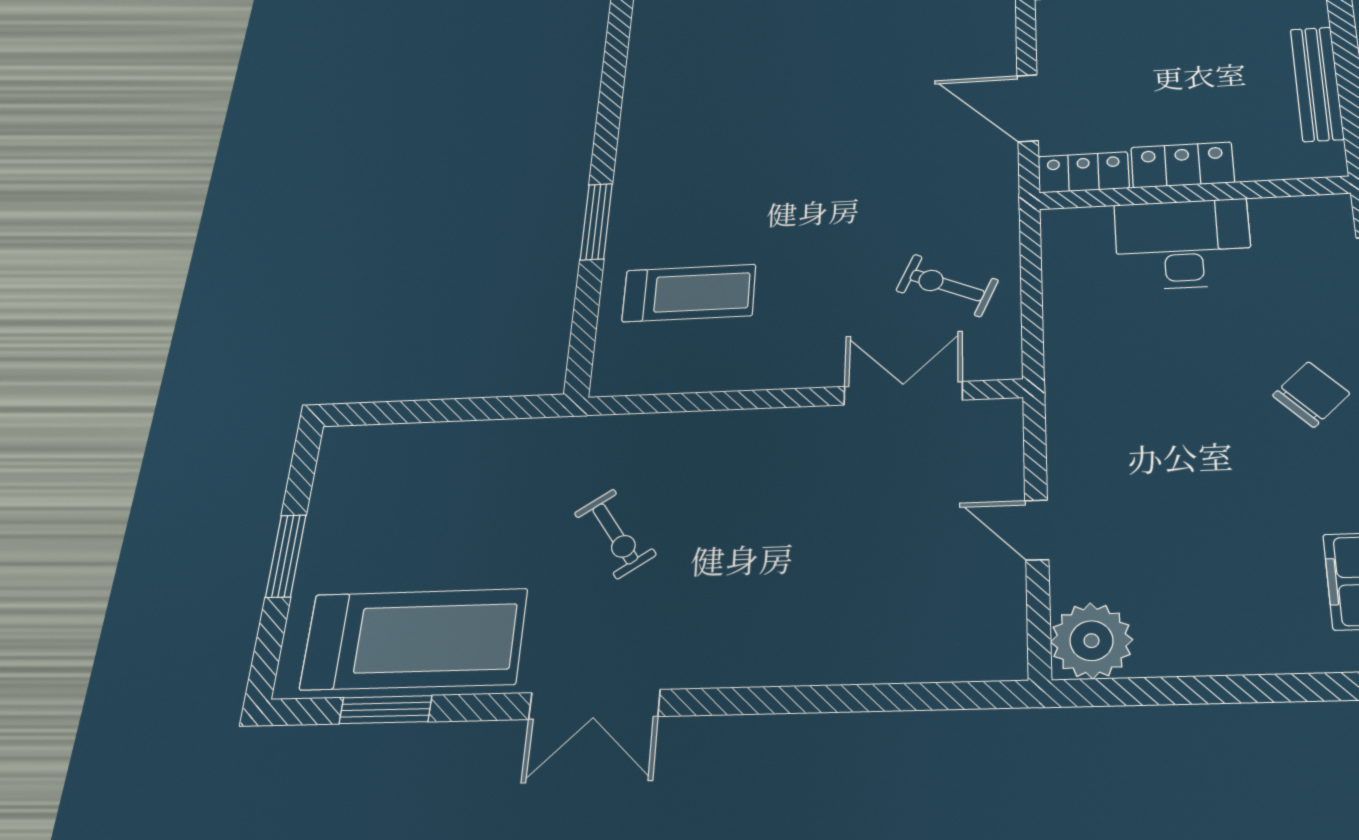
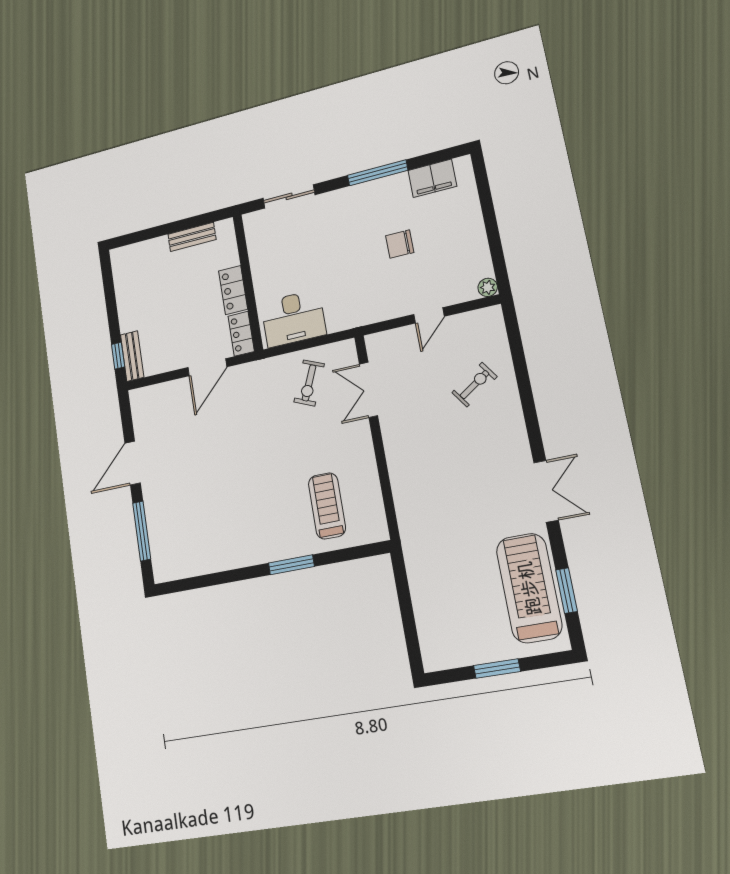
bench: (1317, 84) -> (192, 237), width x0.73
desk: (1183, 244) -> (293, 318), moved, turned -90
chair: (1311, 394) -> (400, 244), moved, turned -46
exercise bike: (615, 534) -> (475, 385), moved
plant: (1091, 641) -> (488, 287), width x0.53, depth x0.53

